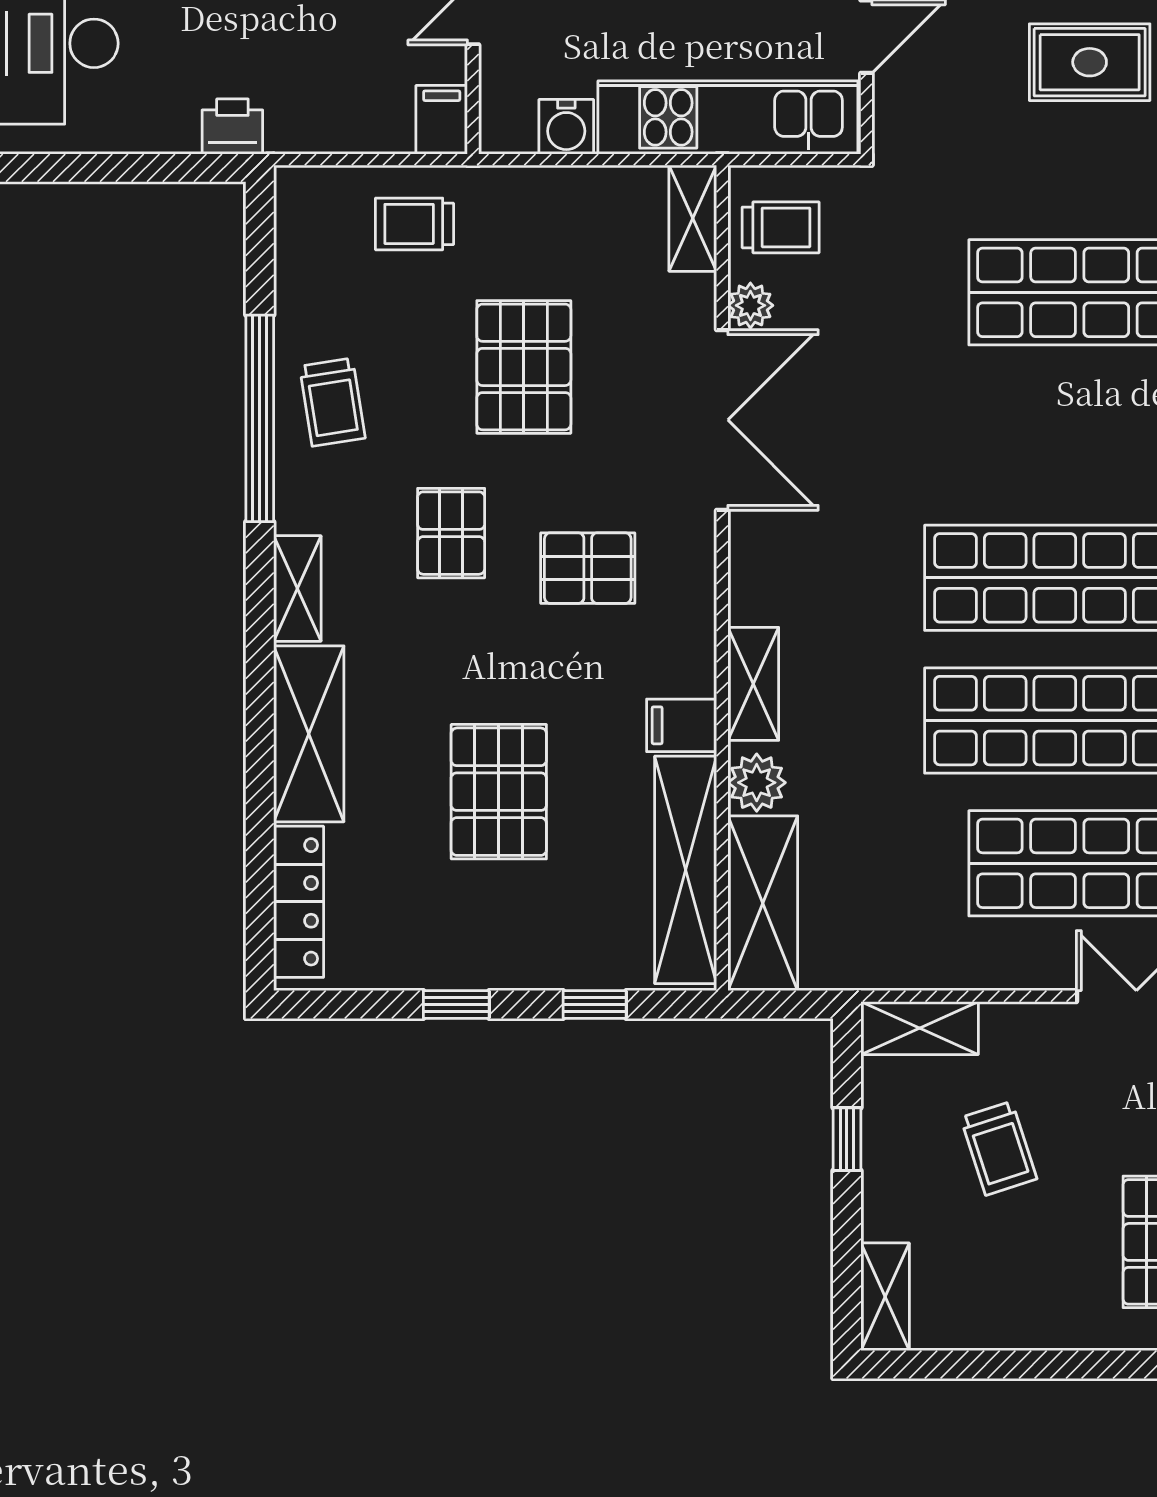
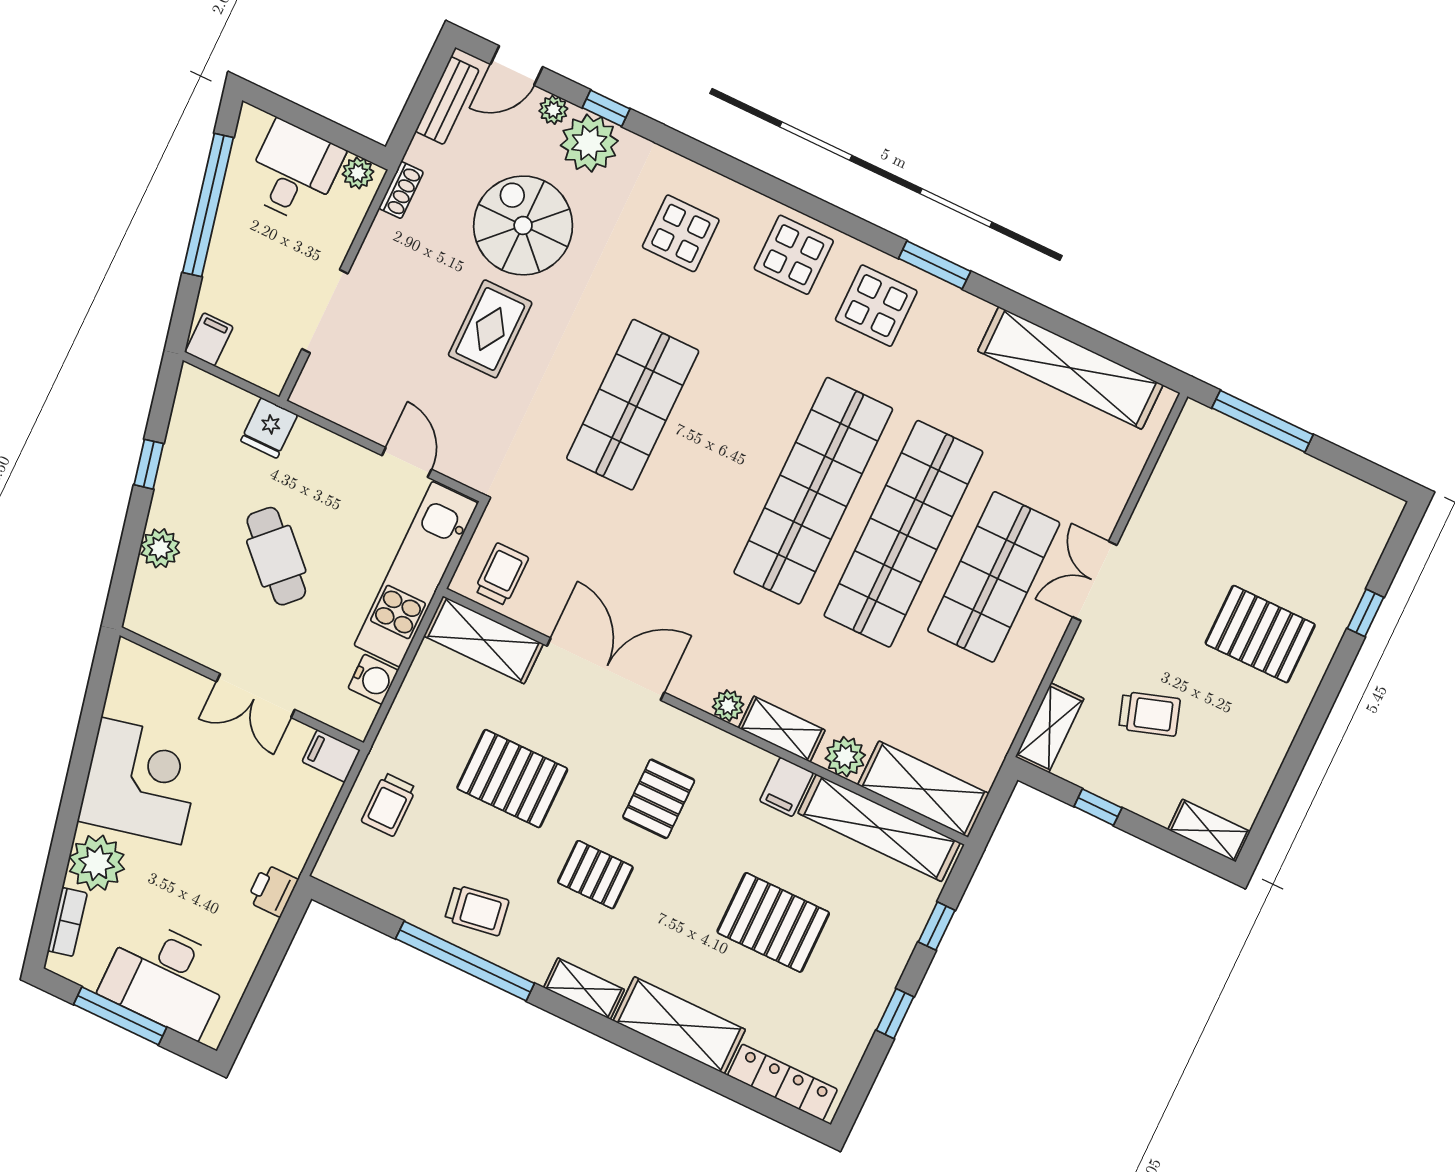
shelving: (693, 218) -> (484, 640), width x1.50, depth x1.33
plant: (750, 305) -> (728, 706), moved

